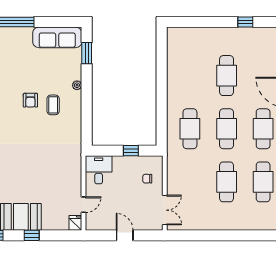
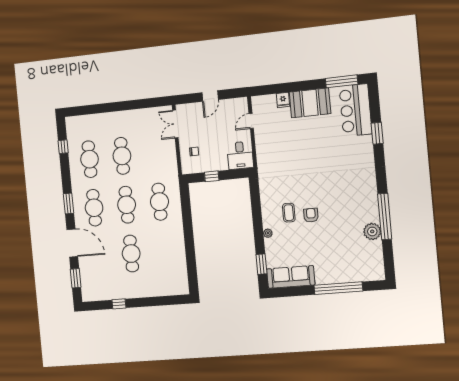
fridge: (75, 223) -> (283, 100), moved
window: (32, 235) -> (298, 86), removed
door: (125, 235) -> (210, 96), hinge flipped

